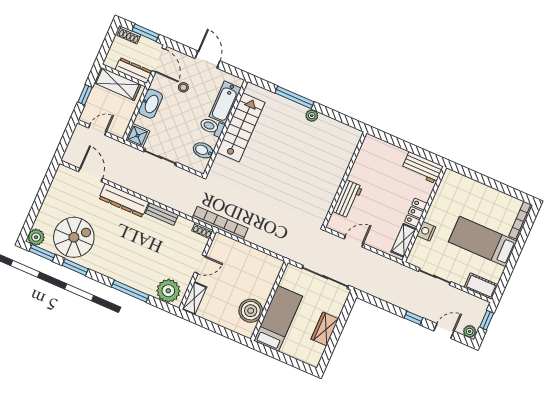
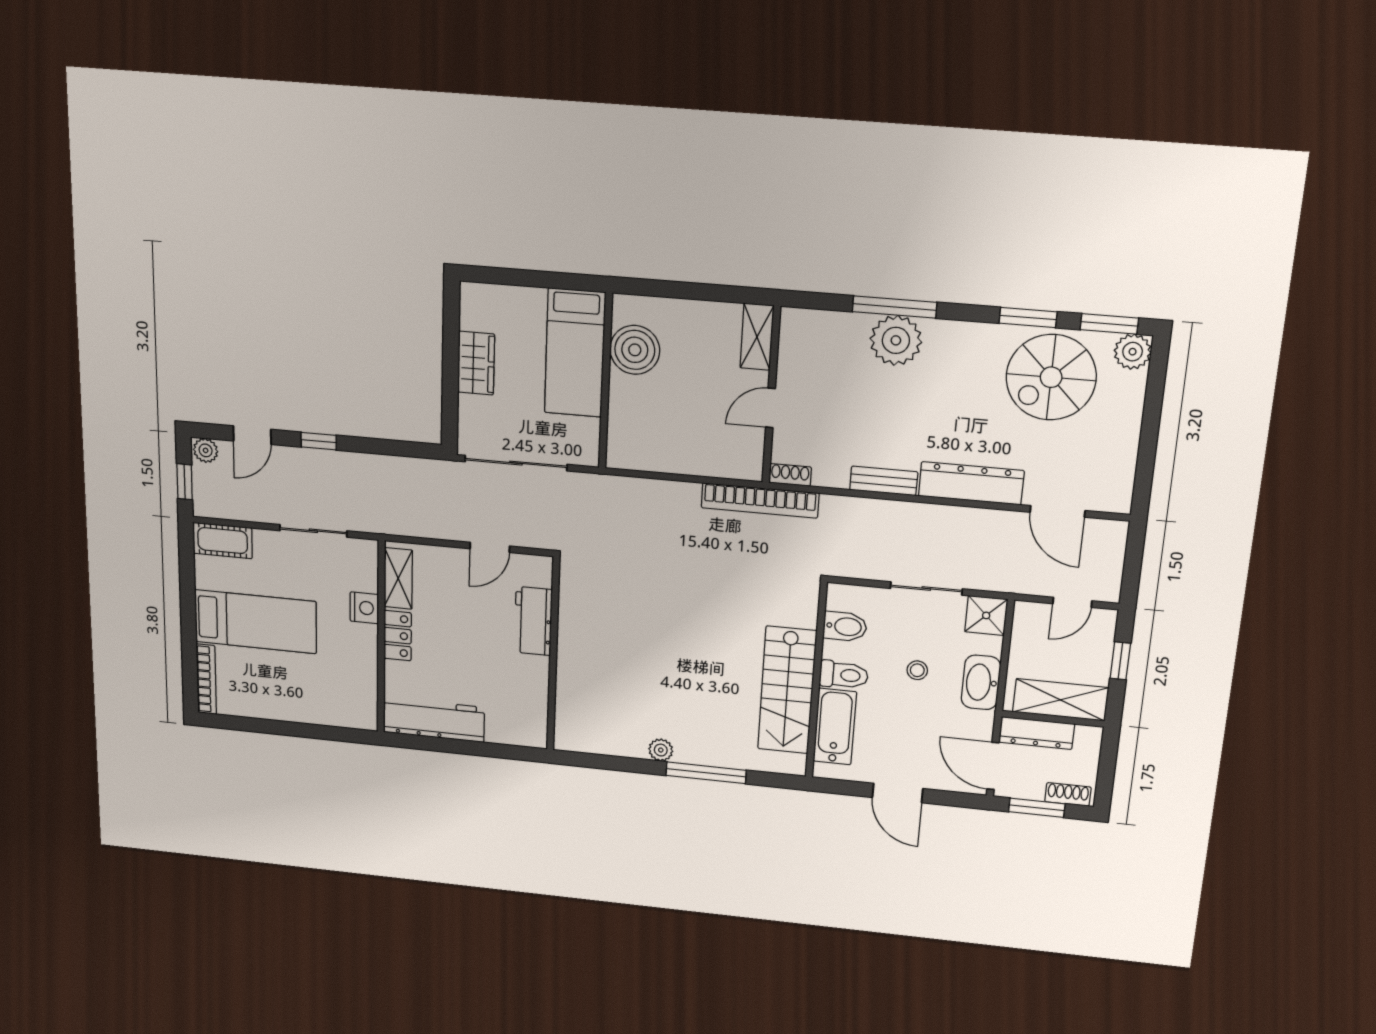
stool: (183, 87) -> (917, 670), moved
workbench: (422, 168) -> (434, 720), width x1.38
plant: (168, 291) -> (896, 340), moved

